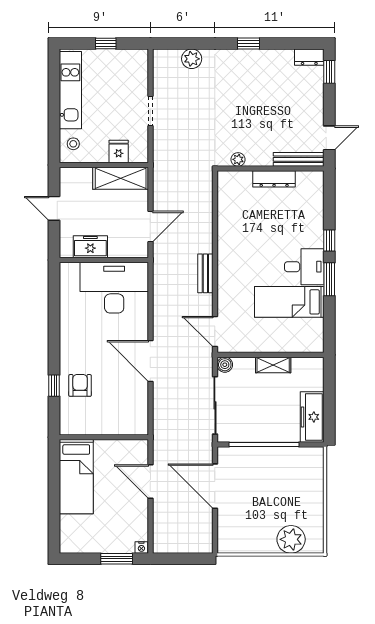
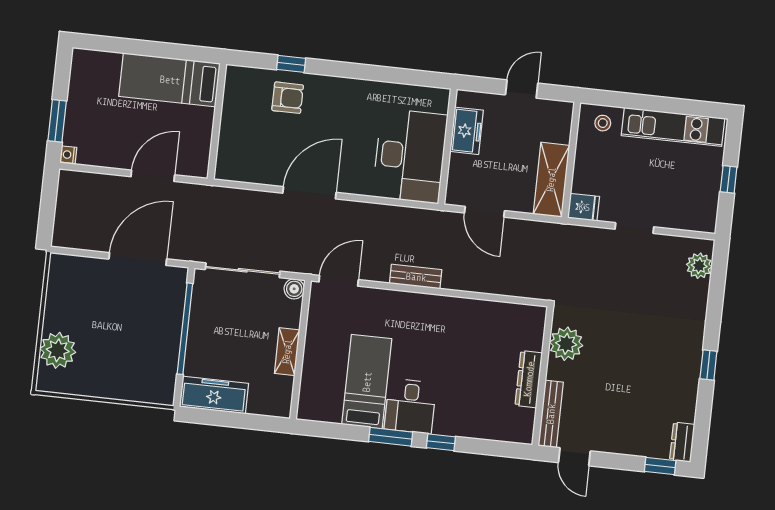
plant: (192, 59) -> (699, 266), moved
fridge: (119, 151) -> (584, 207), moved
plant: (238, 159) -> (566, 344), width x1.87, depth x1.87

